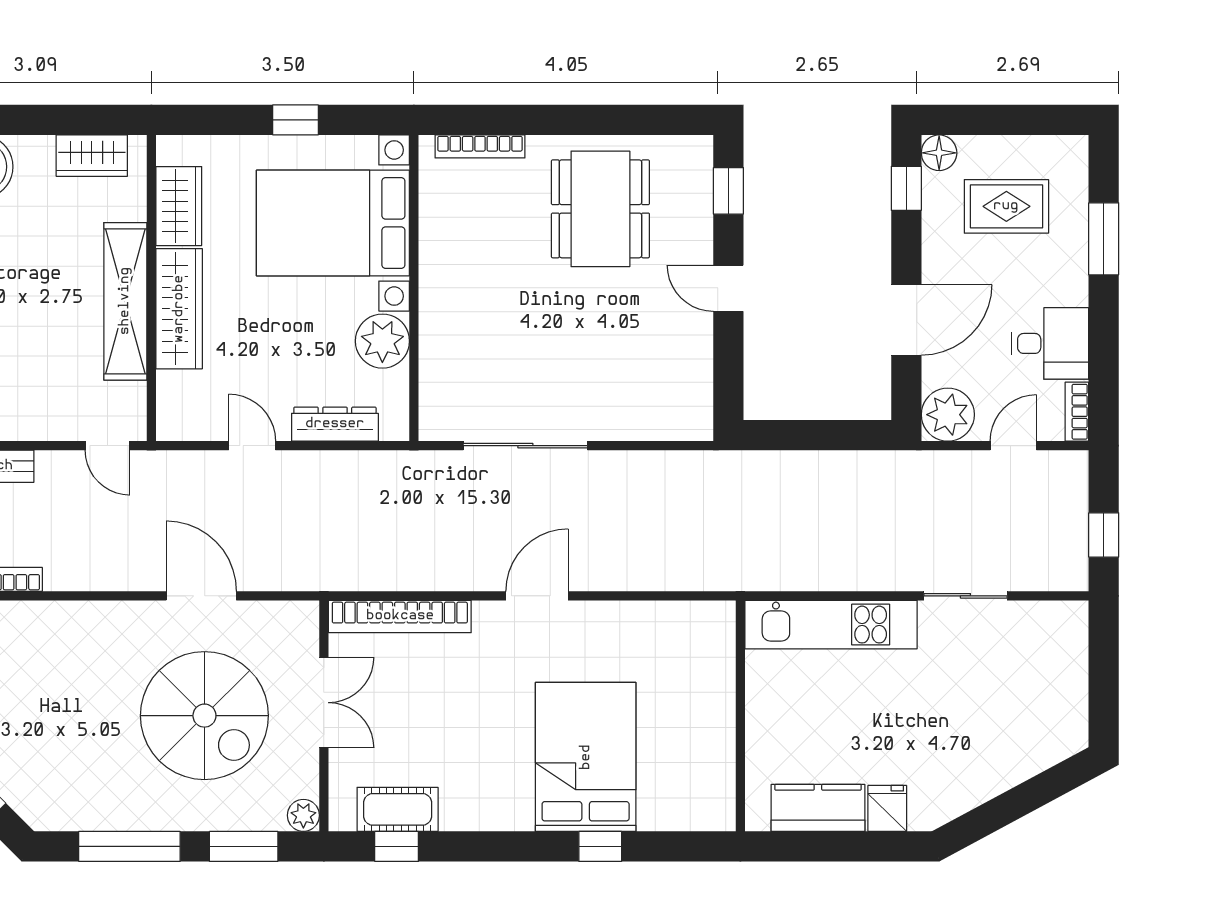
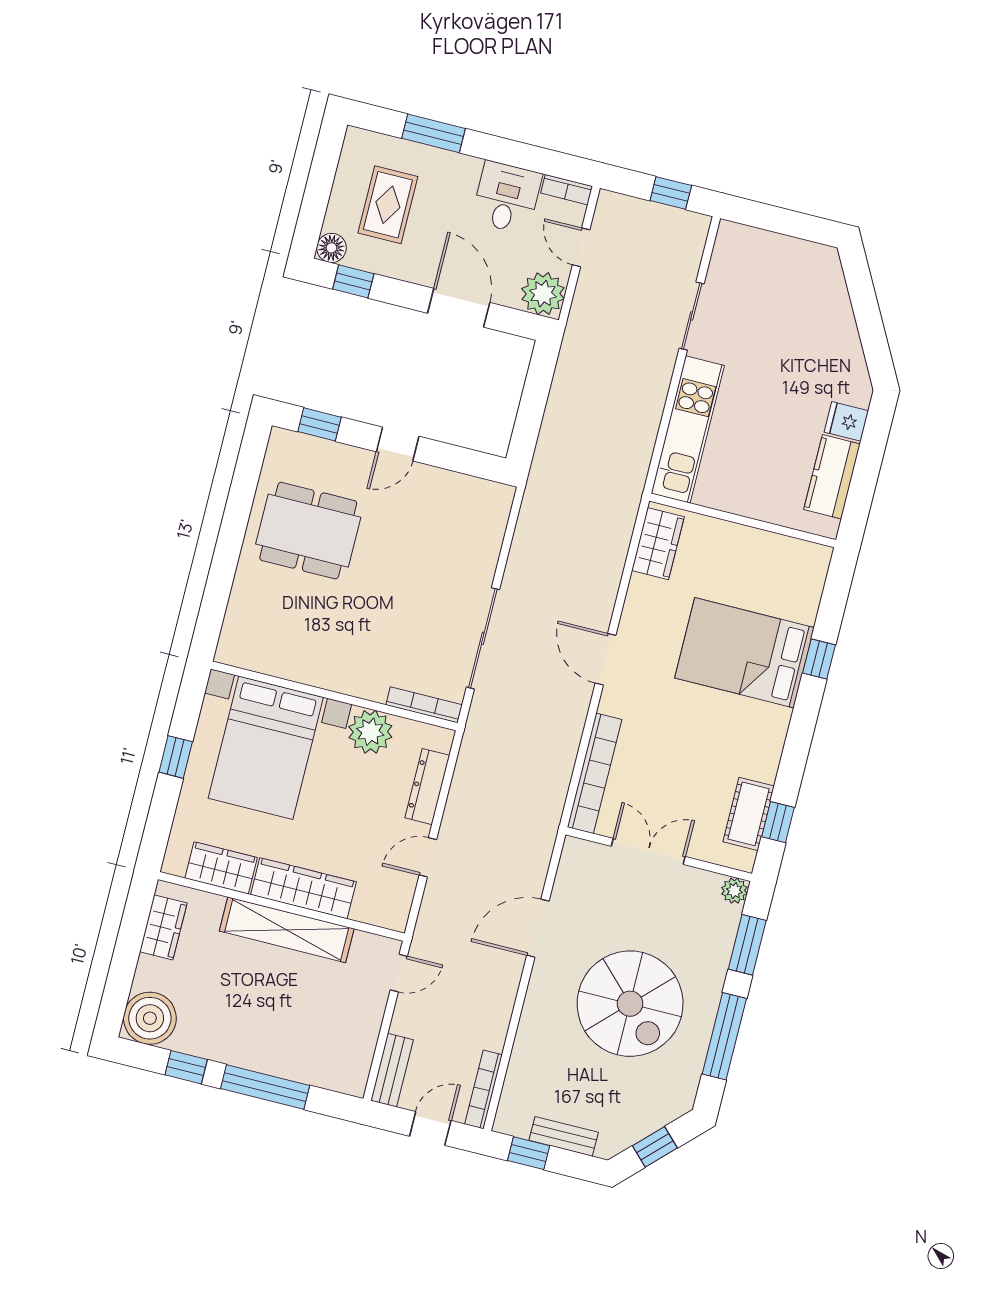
bookcase: (480, 146) -> (424, 705), moved, turned -90
wardrobe: (688, 623) -> (658, 544), added
spiral stairs: (204, 716) -> (630, 1004), moved, turned 90

